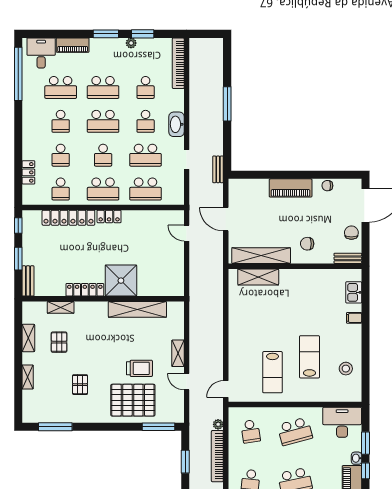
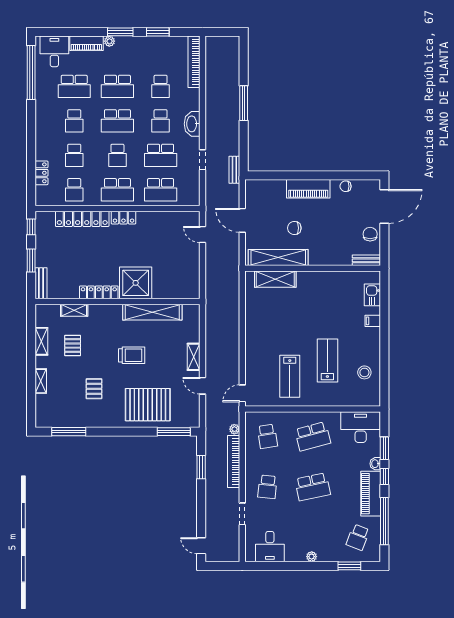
plant: (131, 43) -> (109, 41), moved
chair: (307, 244) -> (294, 228), moved
trolley: (140, 368) -> (132, 355), moved

